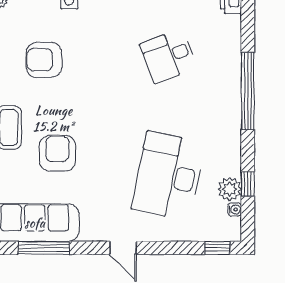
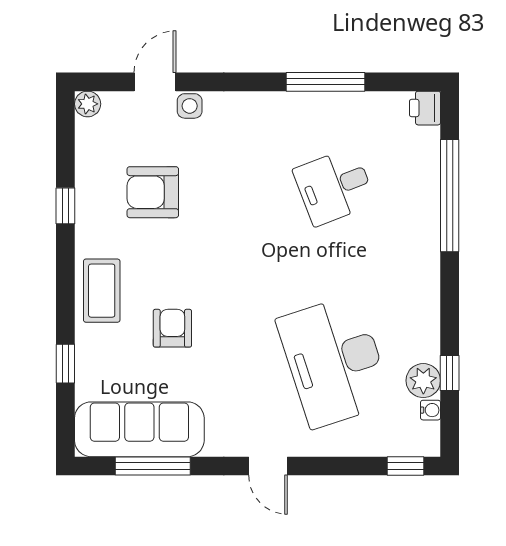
window: (248, 91) -> (450, 196), moved
armchair: (57, 153) -> (172, 328), width x0.72, depth x0.72
desk: (169, 176) -> (334, 361), turned -30

